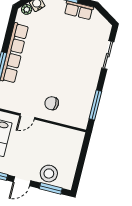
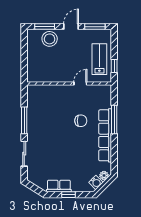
chair: (52, 103) -> (81, 121), moved
window: (95, 105) -> (24, 120), moved

